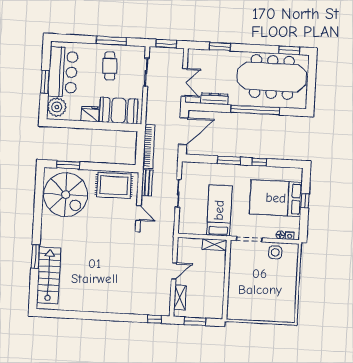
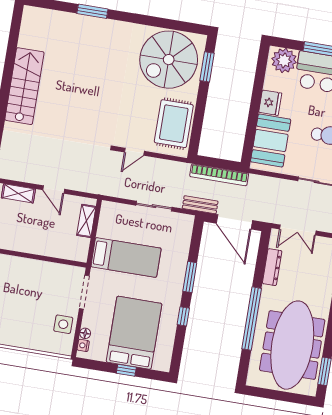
bench: (147, 183) -> (200, 205), moved
shelving: (214, 245) -> (86, 221), moved
stairs: (49, 275) -> (24, 86), moved, turned -90

